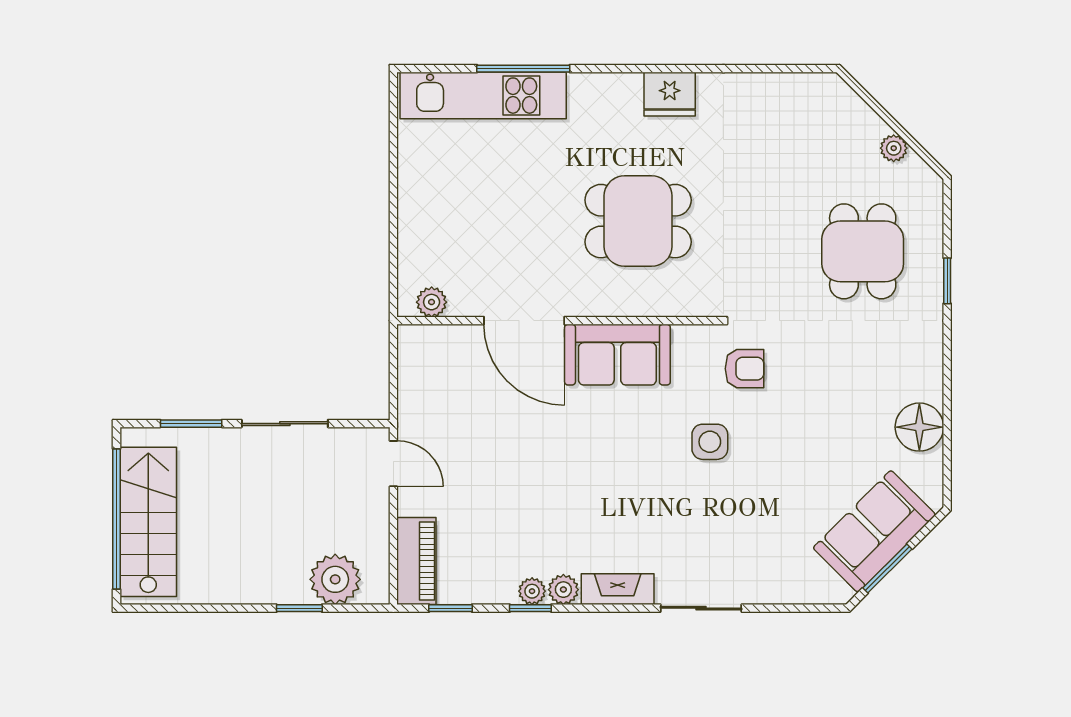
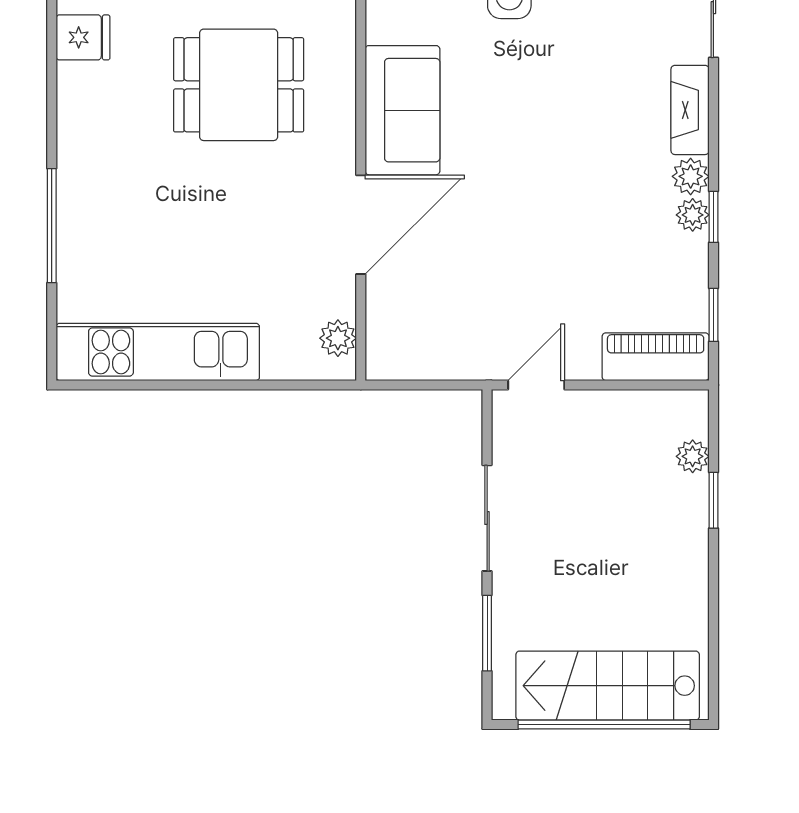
fridge: (670, 94) -> (83, 37), width x0.72
kitchen unit: (483, 96) -> (158, 352), moved, turned -90
dining table: (638, 221) -> (239, 85), turned 90
plant: (335, 579) -> (693, 456), width x0.53, depth x0.53

